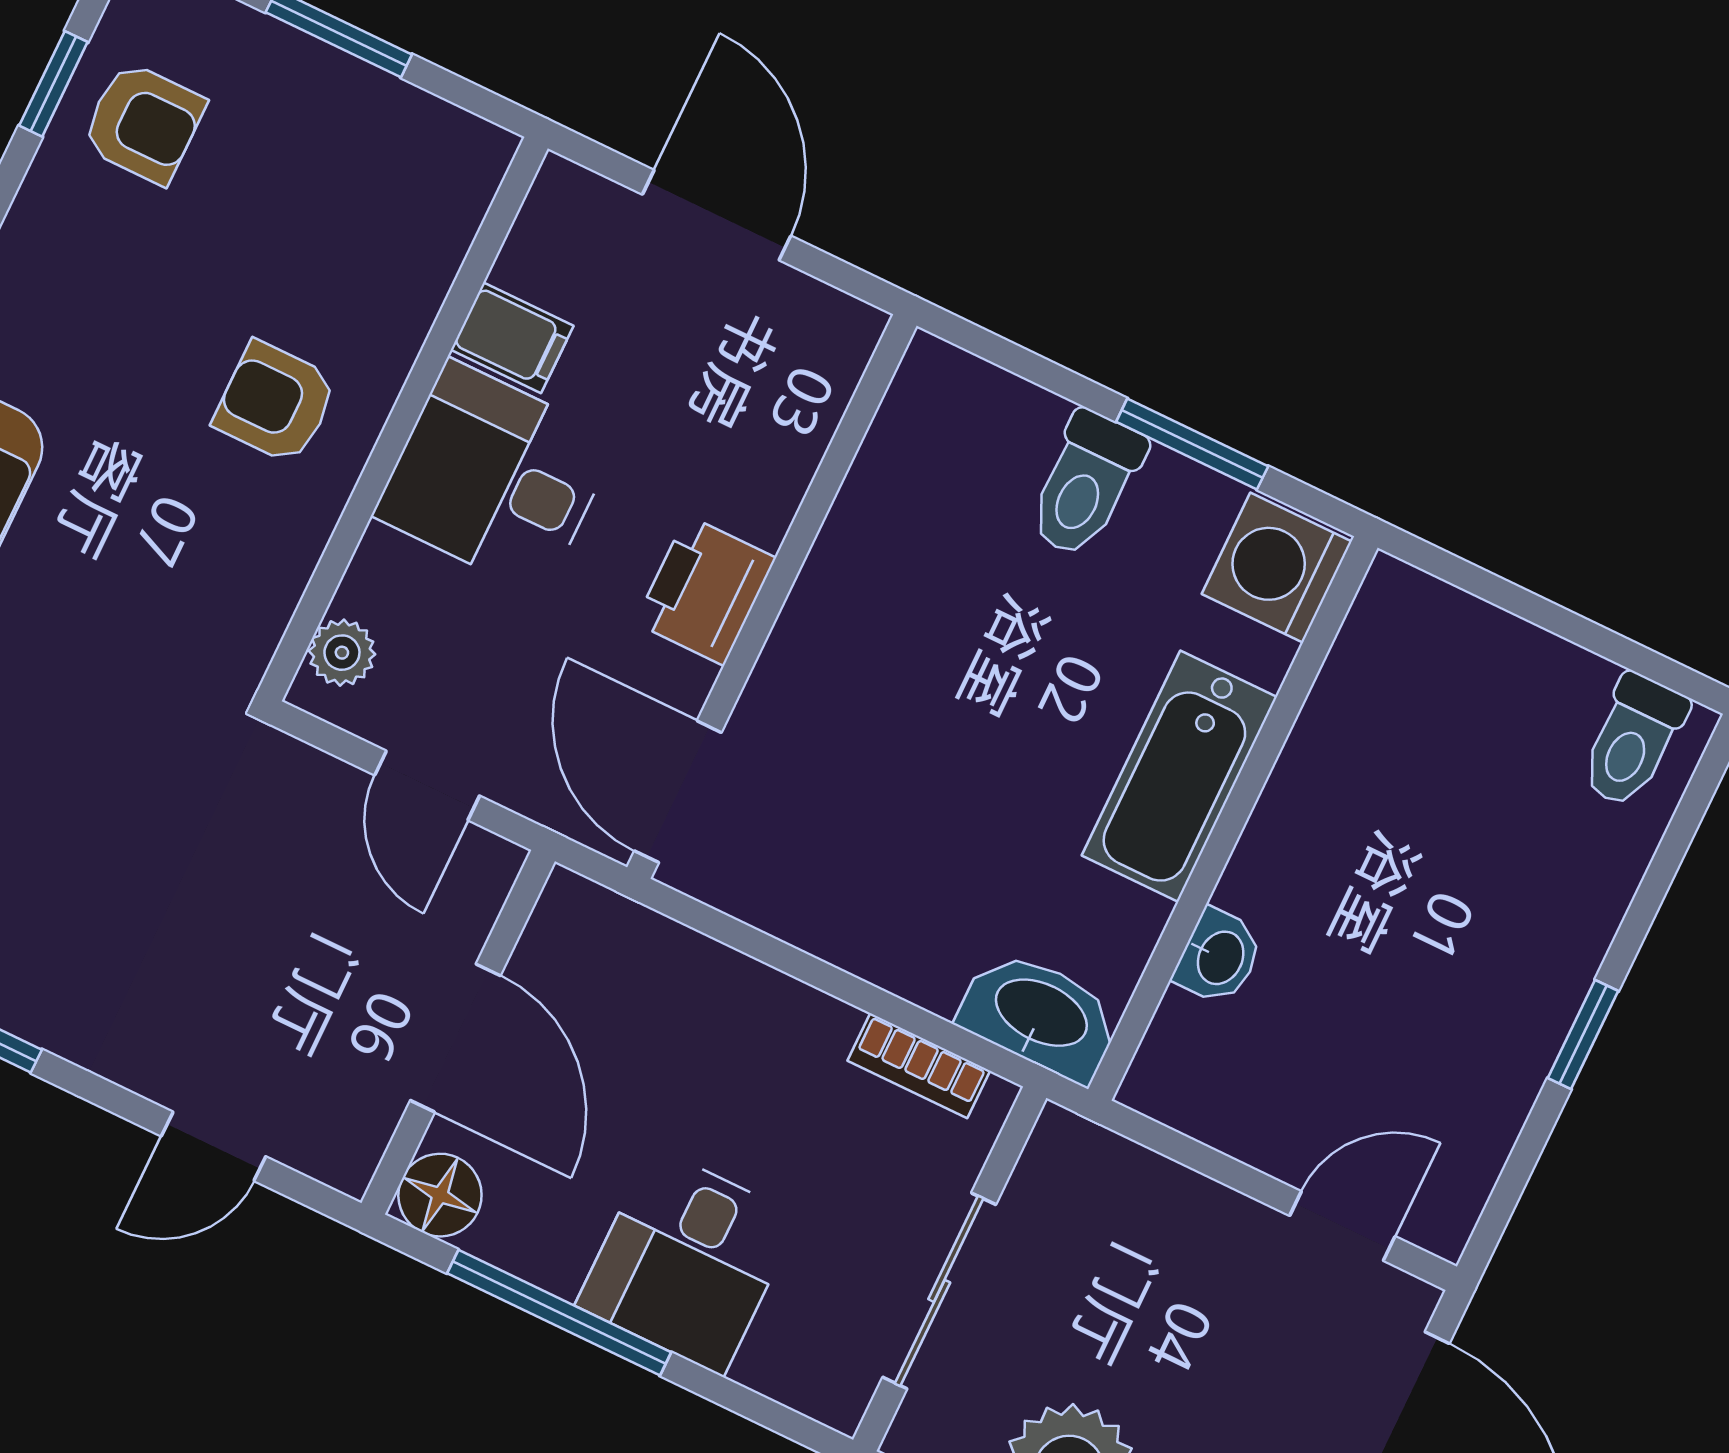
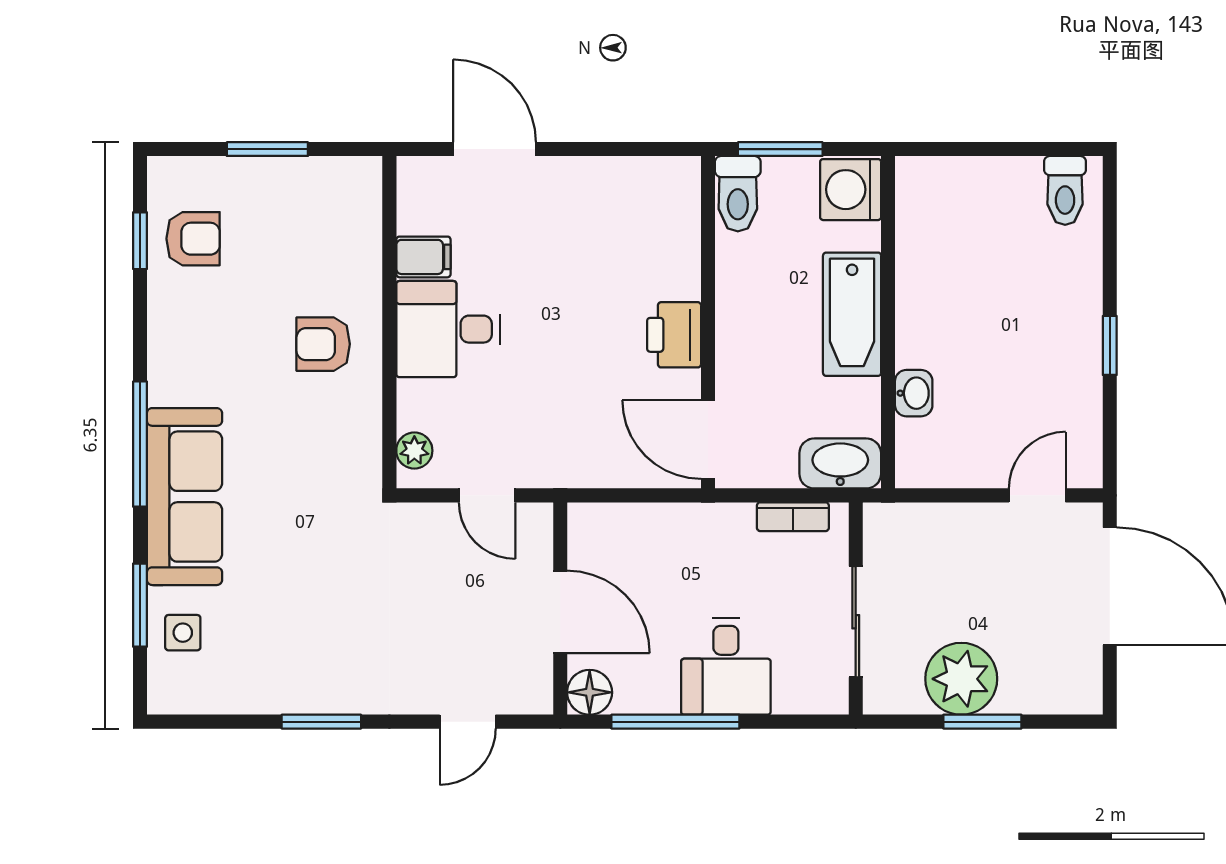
printer: (705, 590) -> (674, 335), moved
wall: (772, 597) -> (708, 322), moved
door: (678, 792) -> (708, 440), moved

